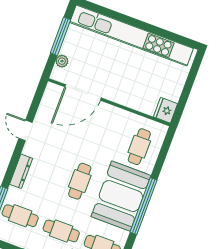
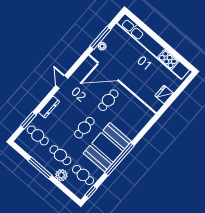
window: (61, 36) -> (100, 38), moved
fridge: (165, 110) -> (164, 94), moved
cafe table: (139, 147) -> (108, 100), moved

